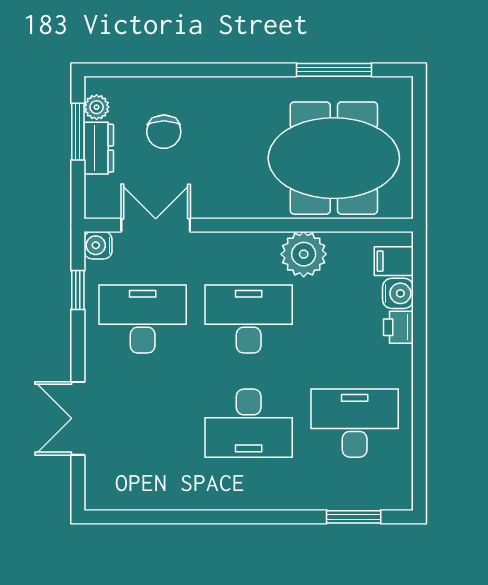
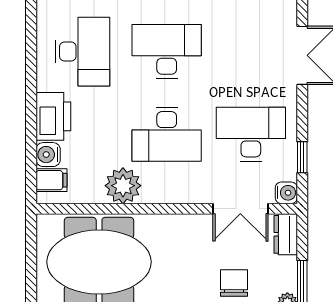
dresser: (99, 148) -> (286, 234), moved
desk: (143, 319) -> (251, 134), turned 180
printer: (398, 327) -> (53, 116), width x1.87, depth x1.48
desk: (355, 423) -> (82, 52), turned -90

